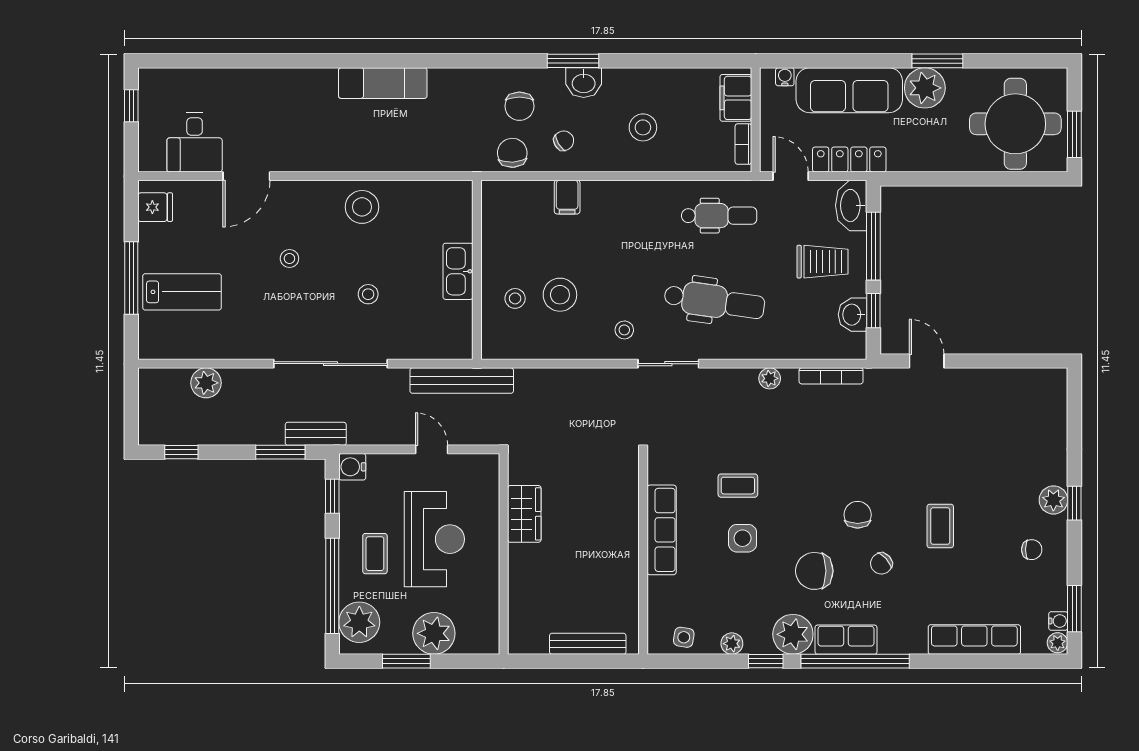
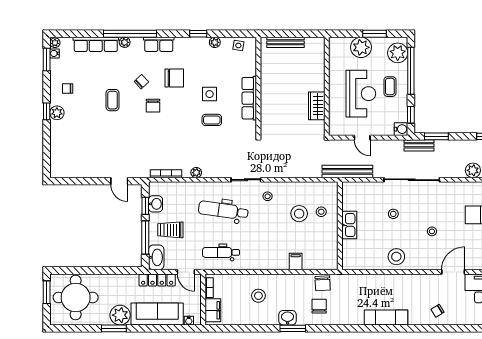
chair: (564, 141) -> (437, 311), moved
reception desk: (434, 539) -> (361, 94), turned 180
plant: (793, 634) -> (125, 42), moved, width x0.53, depth x0.53
window: (855, 661) -> (130, 34), moved

